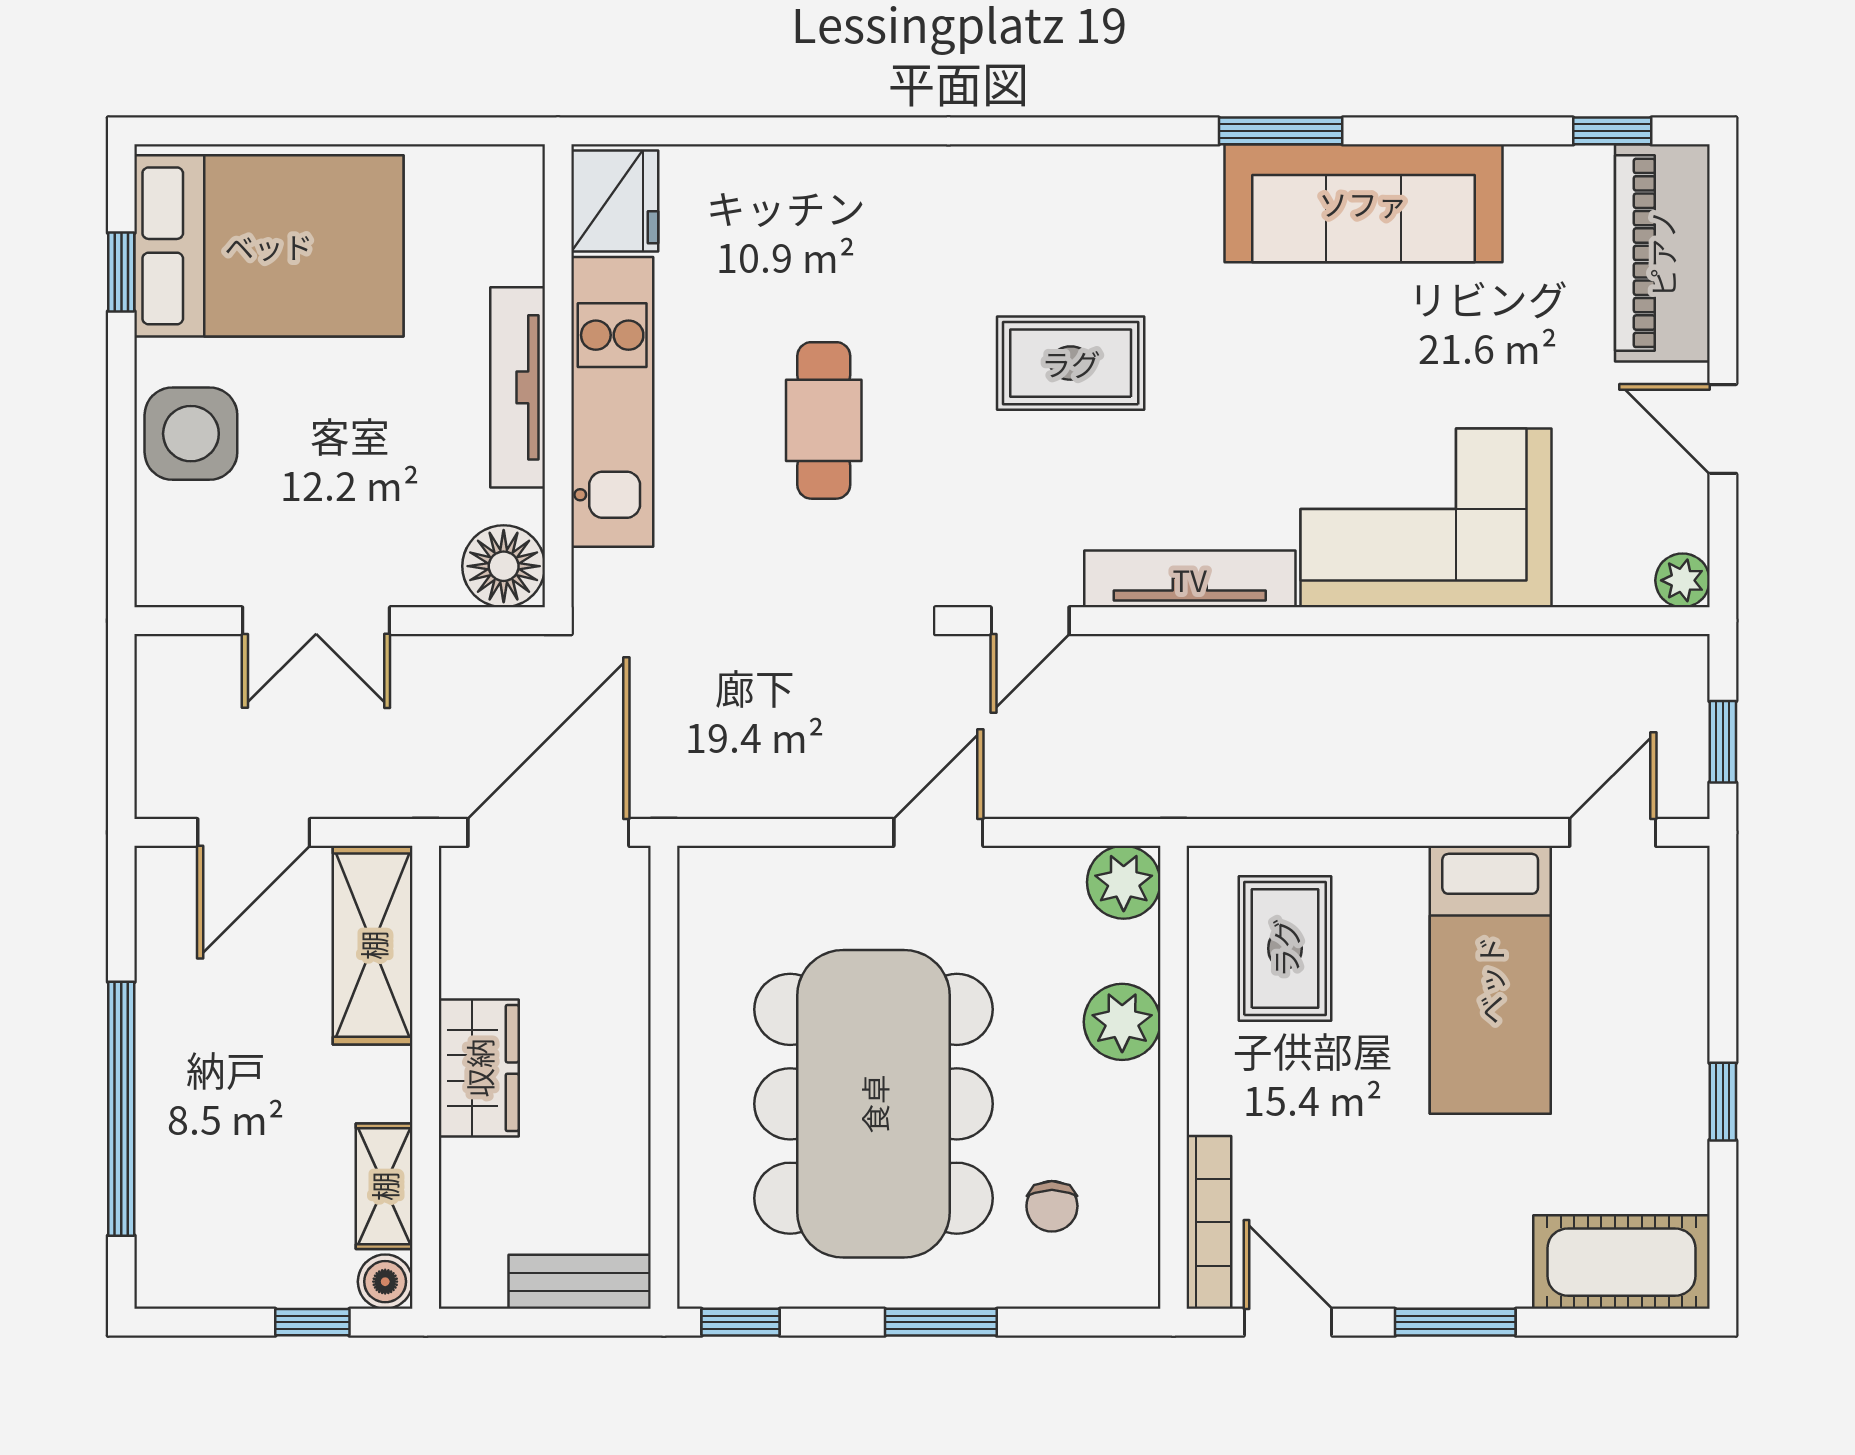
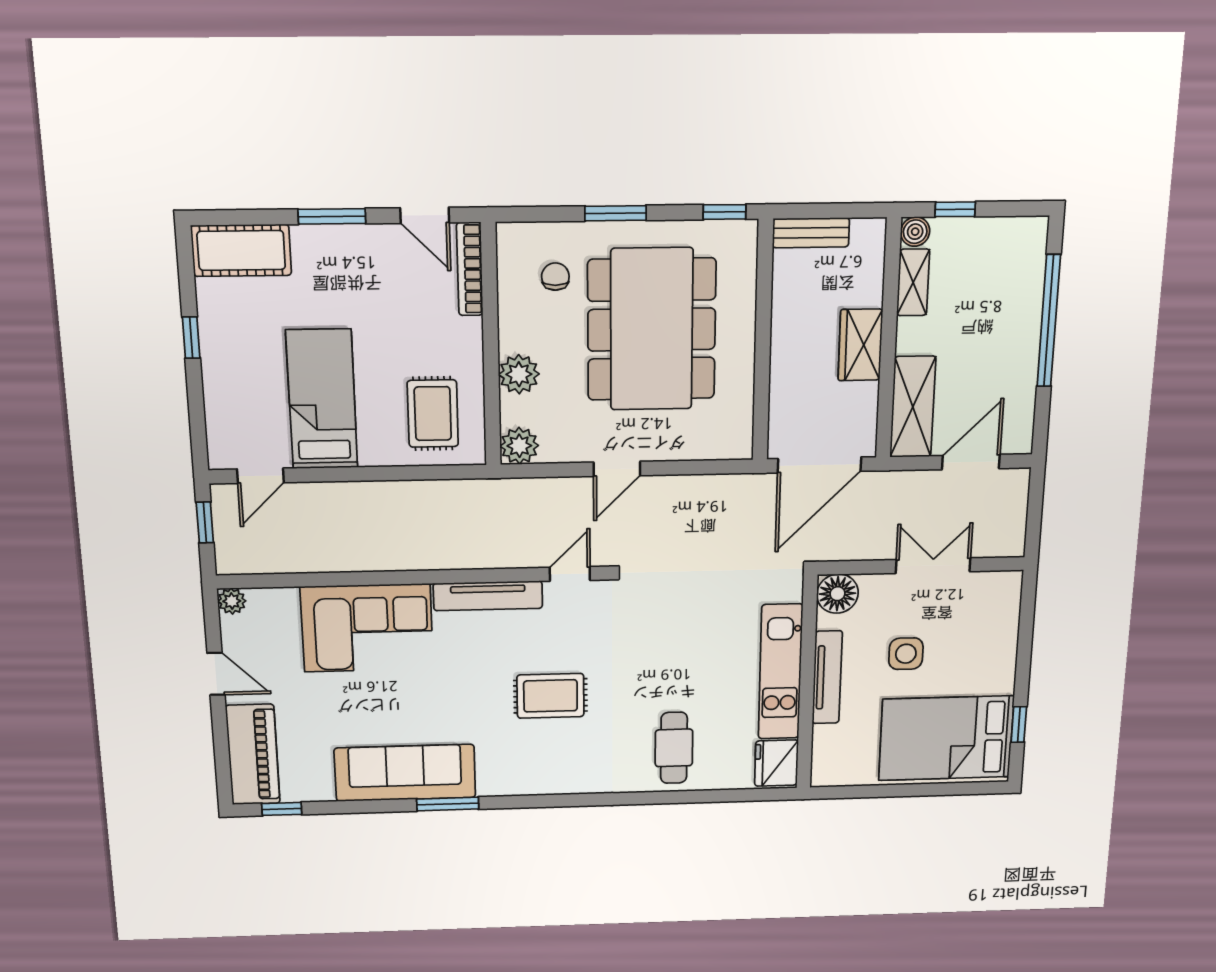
cafe table: (824, 420) -> (674, 748), moved
side table: (191, 434) -> (906, 654), moved, width x0.73, depth x0.73

